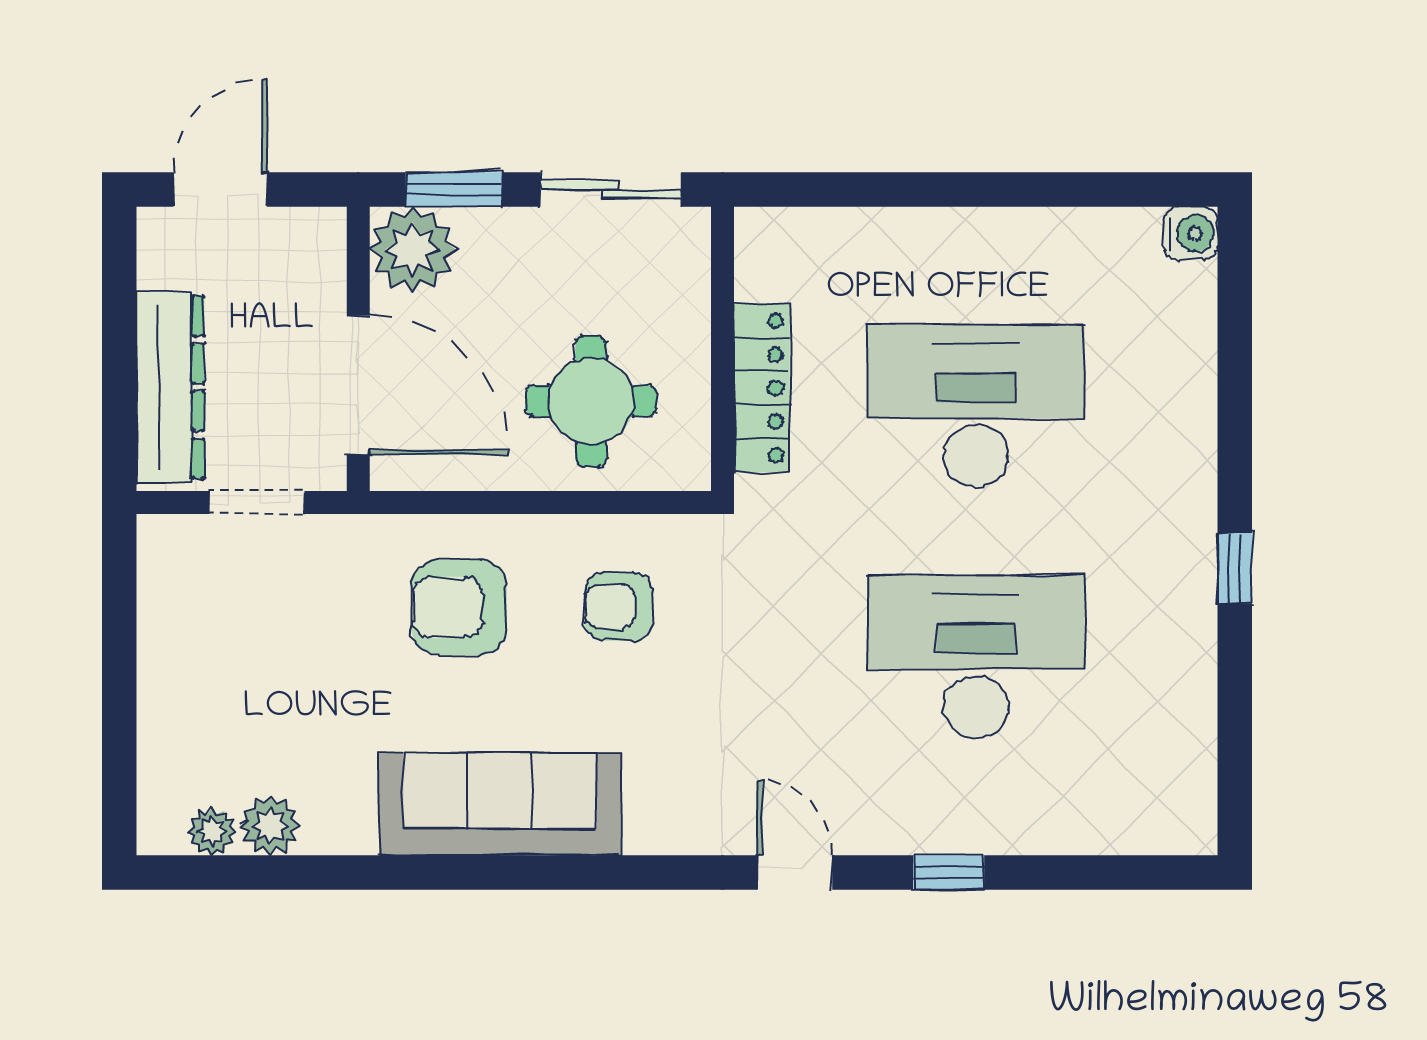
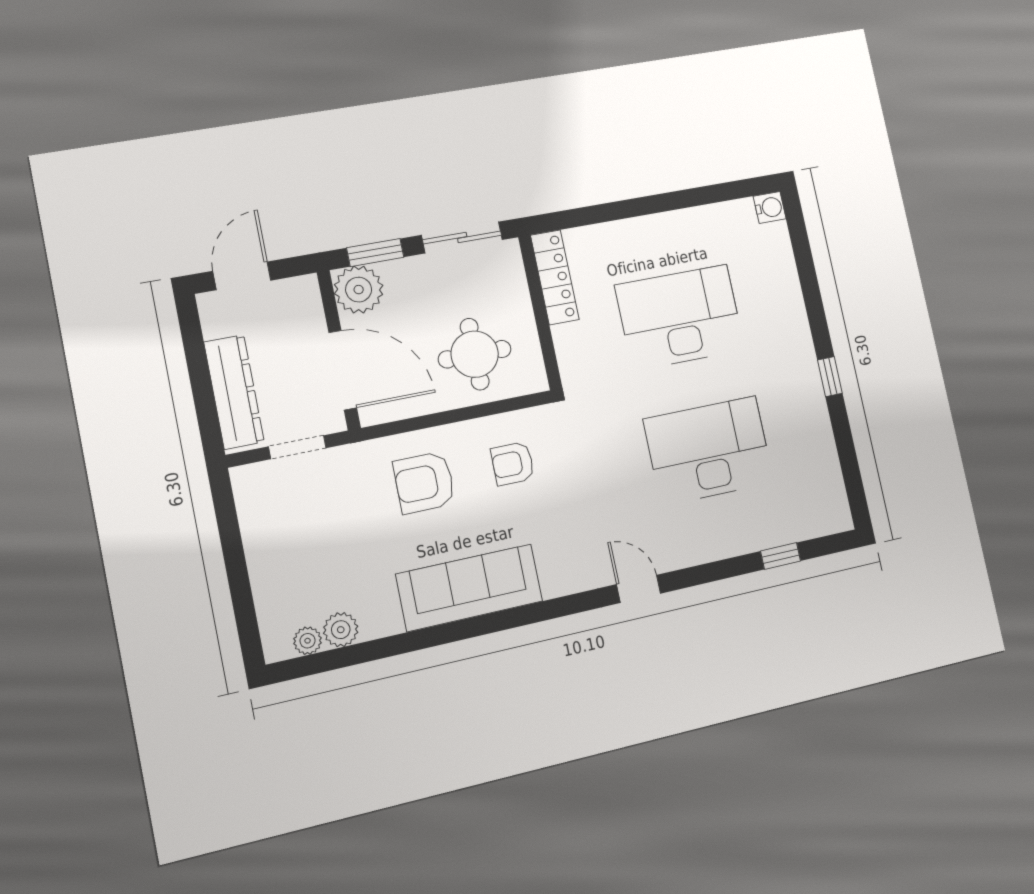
locker: (762, 388) -> (555, 277), moved
window: (949, 872) -> (781, 556), moved

